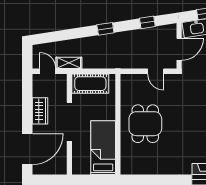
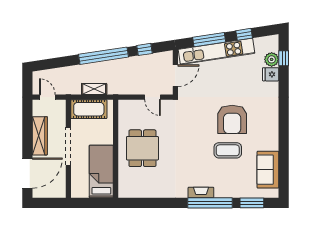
window: (105, 29) -> (104, 56), width x3.17
shelving: (69, 63) -> (94, 89), moved
wardrobe: (40, 111) -> (40, 136), width x1.50

